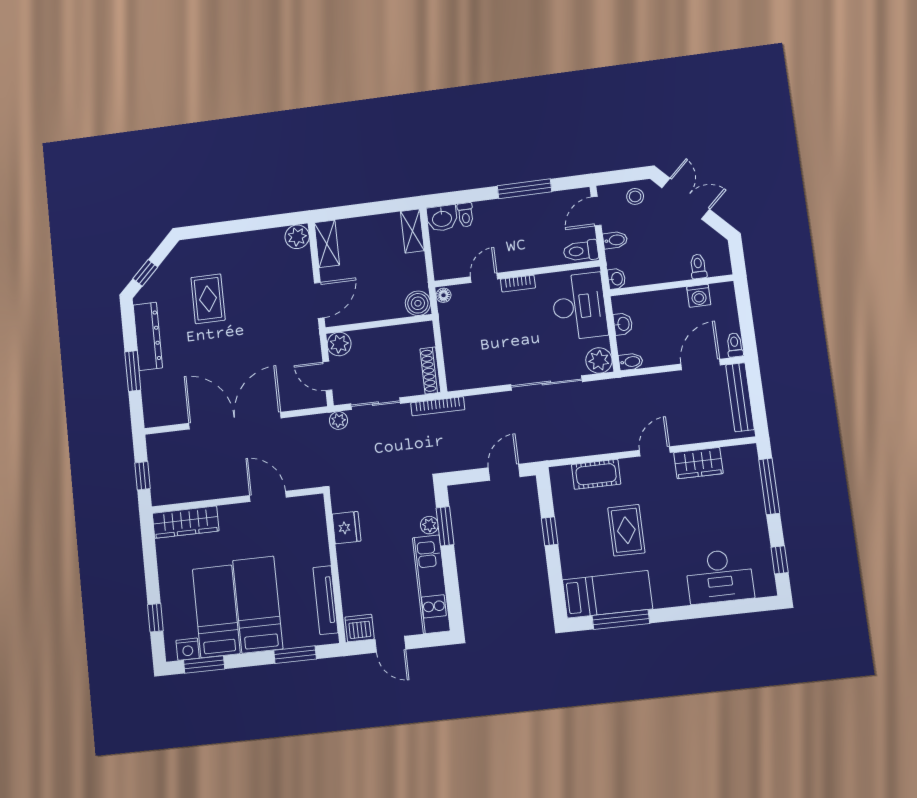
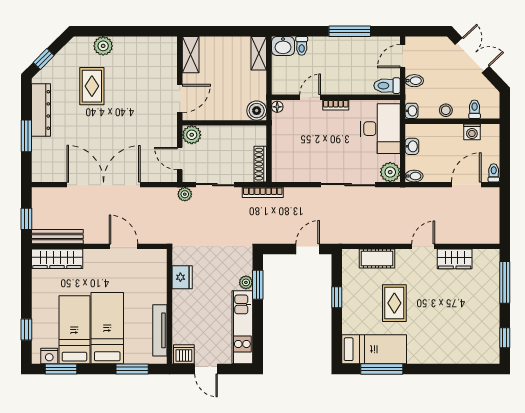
stool: (635, 196) -> (446, 110), moved
plant: (297, 237) -> (103, 46), moved
bench: (740, 397) -> (57, 237), moved, turned 90
desk: (719, 576) -> (459, 345), removed

